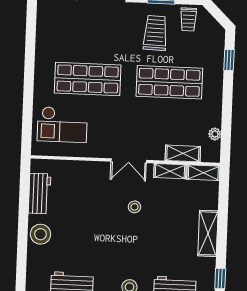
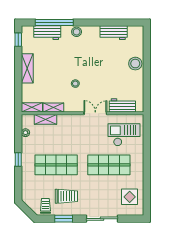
display table: (58, 28) -> (130, 197), added
trolley: (155, 33) -> (66, 196), turned -92
window: (229, 60) -> (18, 160), moved
double door: (129, 161) -> (95, 113), moved
workbench: (40, 194) -> (122, 105), moved, turned 90

